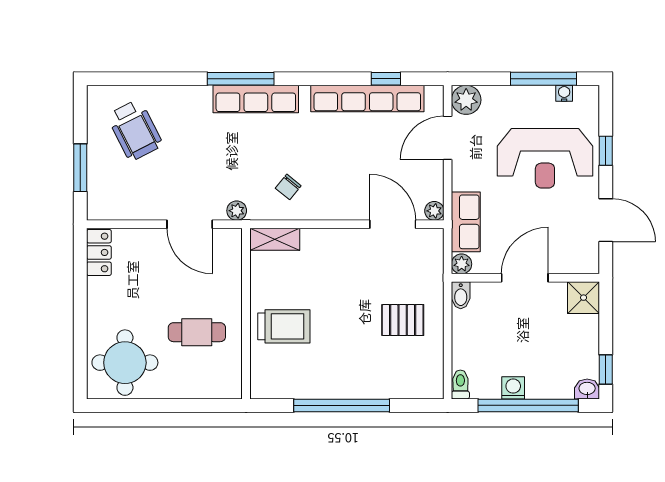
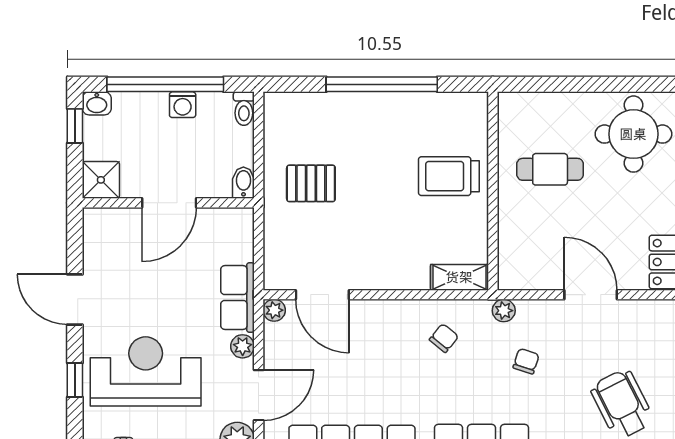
chair: (217, 167) -> (526, 361), added
door: (190, 224) -> (591, 295), moved
plant: (462, 264) -> (243, 346), moved
door: (525, 278) -> (169, 203), moved
wall: (525, 278) -> (168, 203), moved
bidet: (461, 295) -> (243, 183), moved
shower: (584, 298) -> (101, 180), moved

